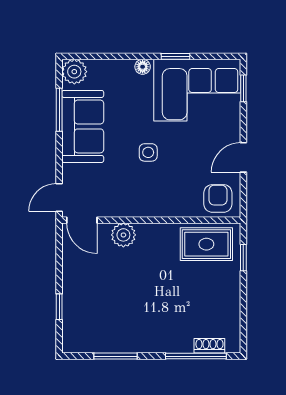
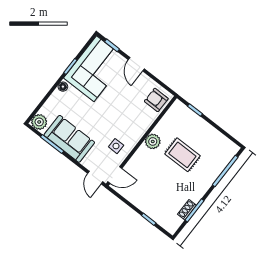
side table: (148, 152) -> (116, 146), moved
door: (243, 157) -> (136, 64), moved
plant: (123, 235) -> (153, 141), moved
rug: (206, 244) -> (182, 155), moved, turned 90
shoe rack: (209, 346) -> (187, 210), moved

